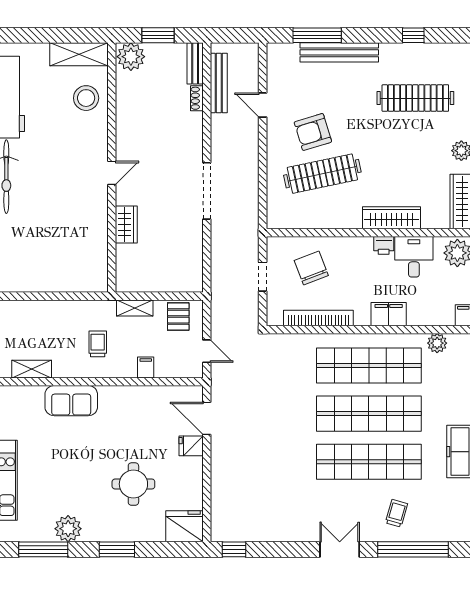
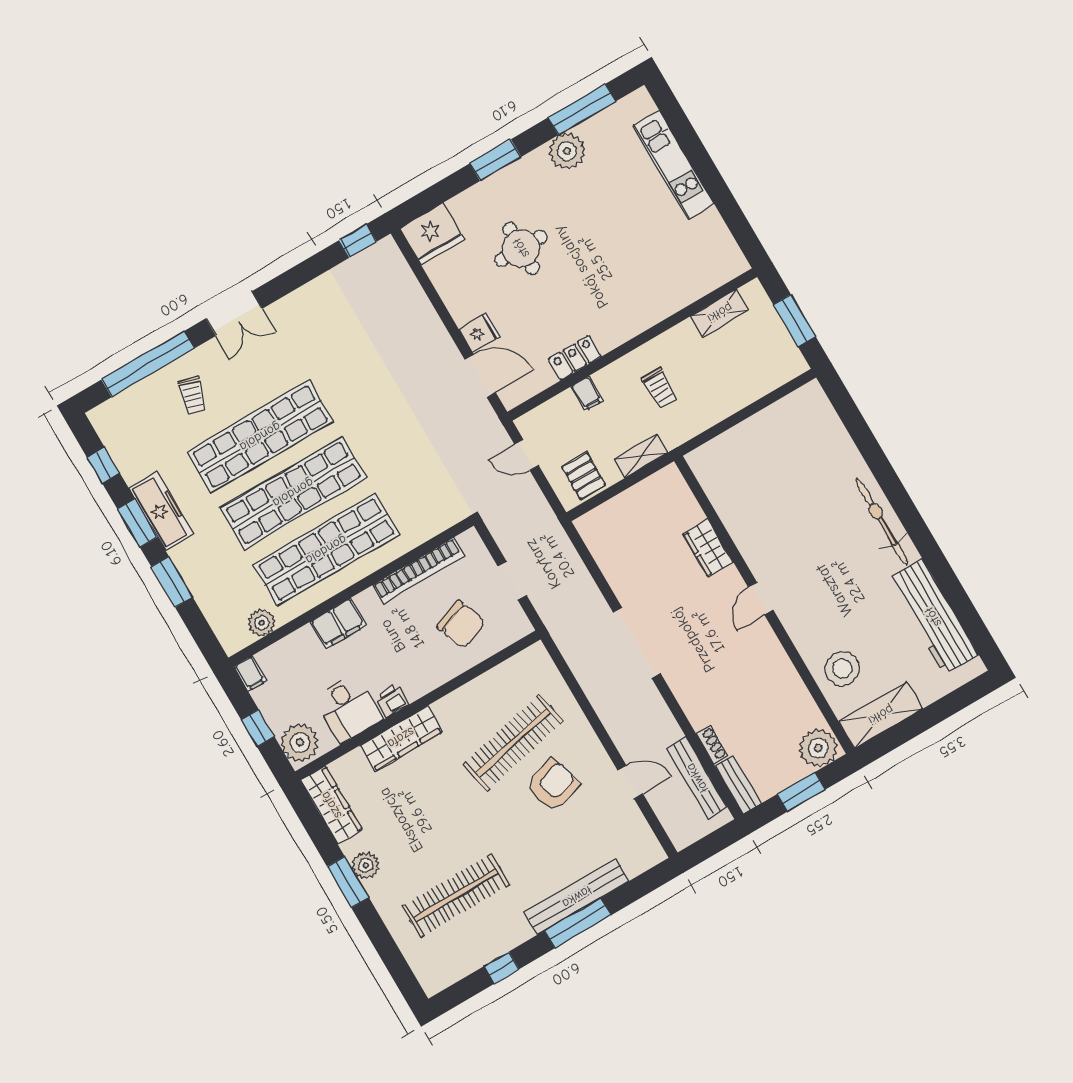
window: (317, 35) -> (578, 923), moved
locker: (140, 395) -> (575, 358), added
sofa: (71, 401) -> (651, 303), removed

